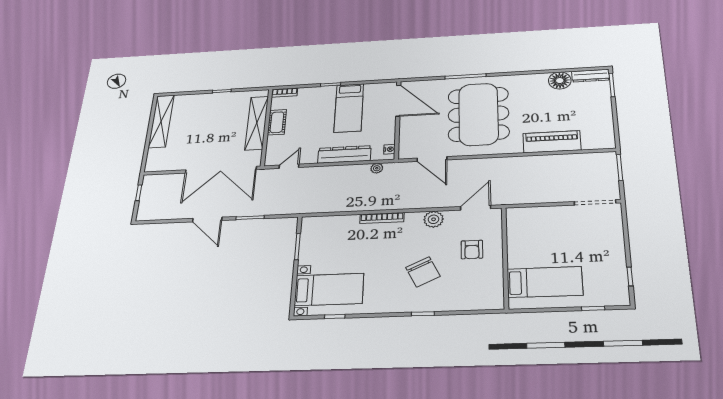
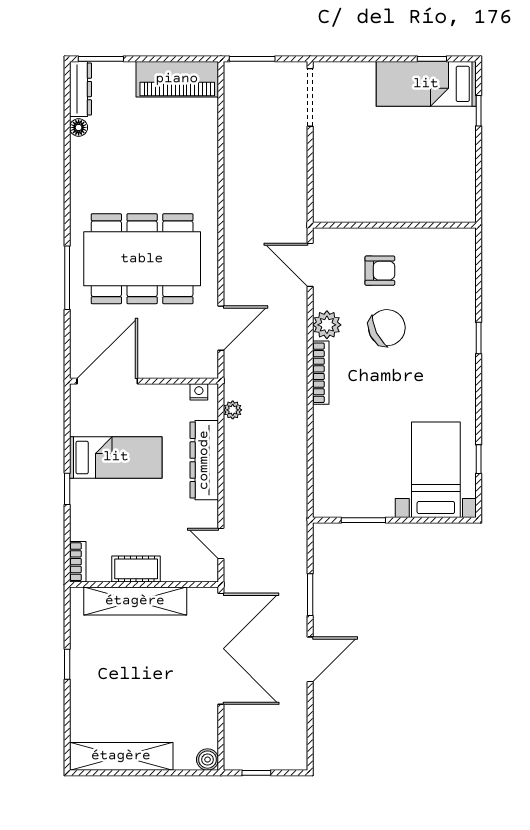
floor lamp: (560, 81) -> (79, 127), width x0.53, depth x0.53
piano: (552, 142) -> (177, 79), moved, turned -90
boiler: (152, 166) -> (208, 760), added
bookcase: (382, 218) -> (321, 373), moved
chair: (423, 272) -> (387, 328), moved
bed: (545, 282) -> (426, 84), moved, turned -90

